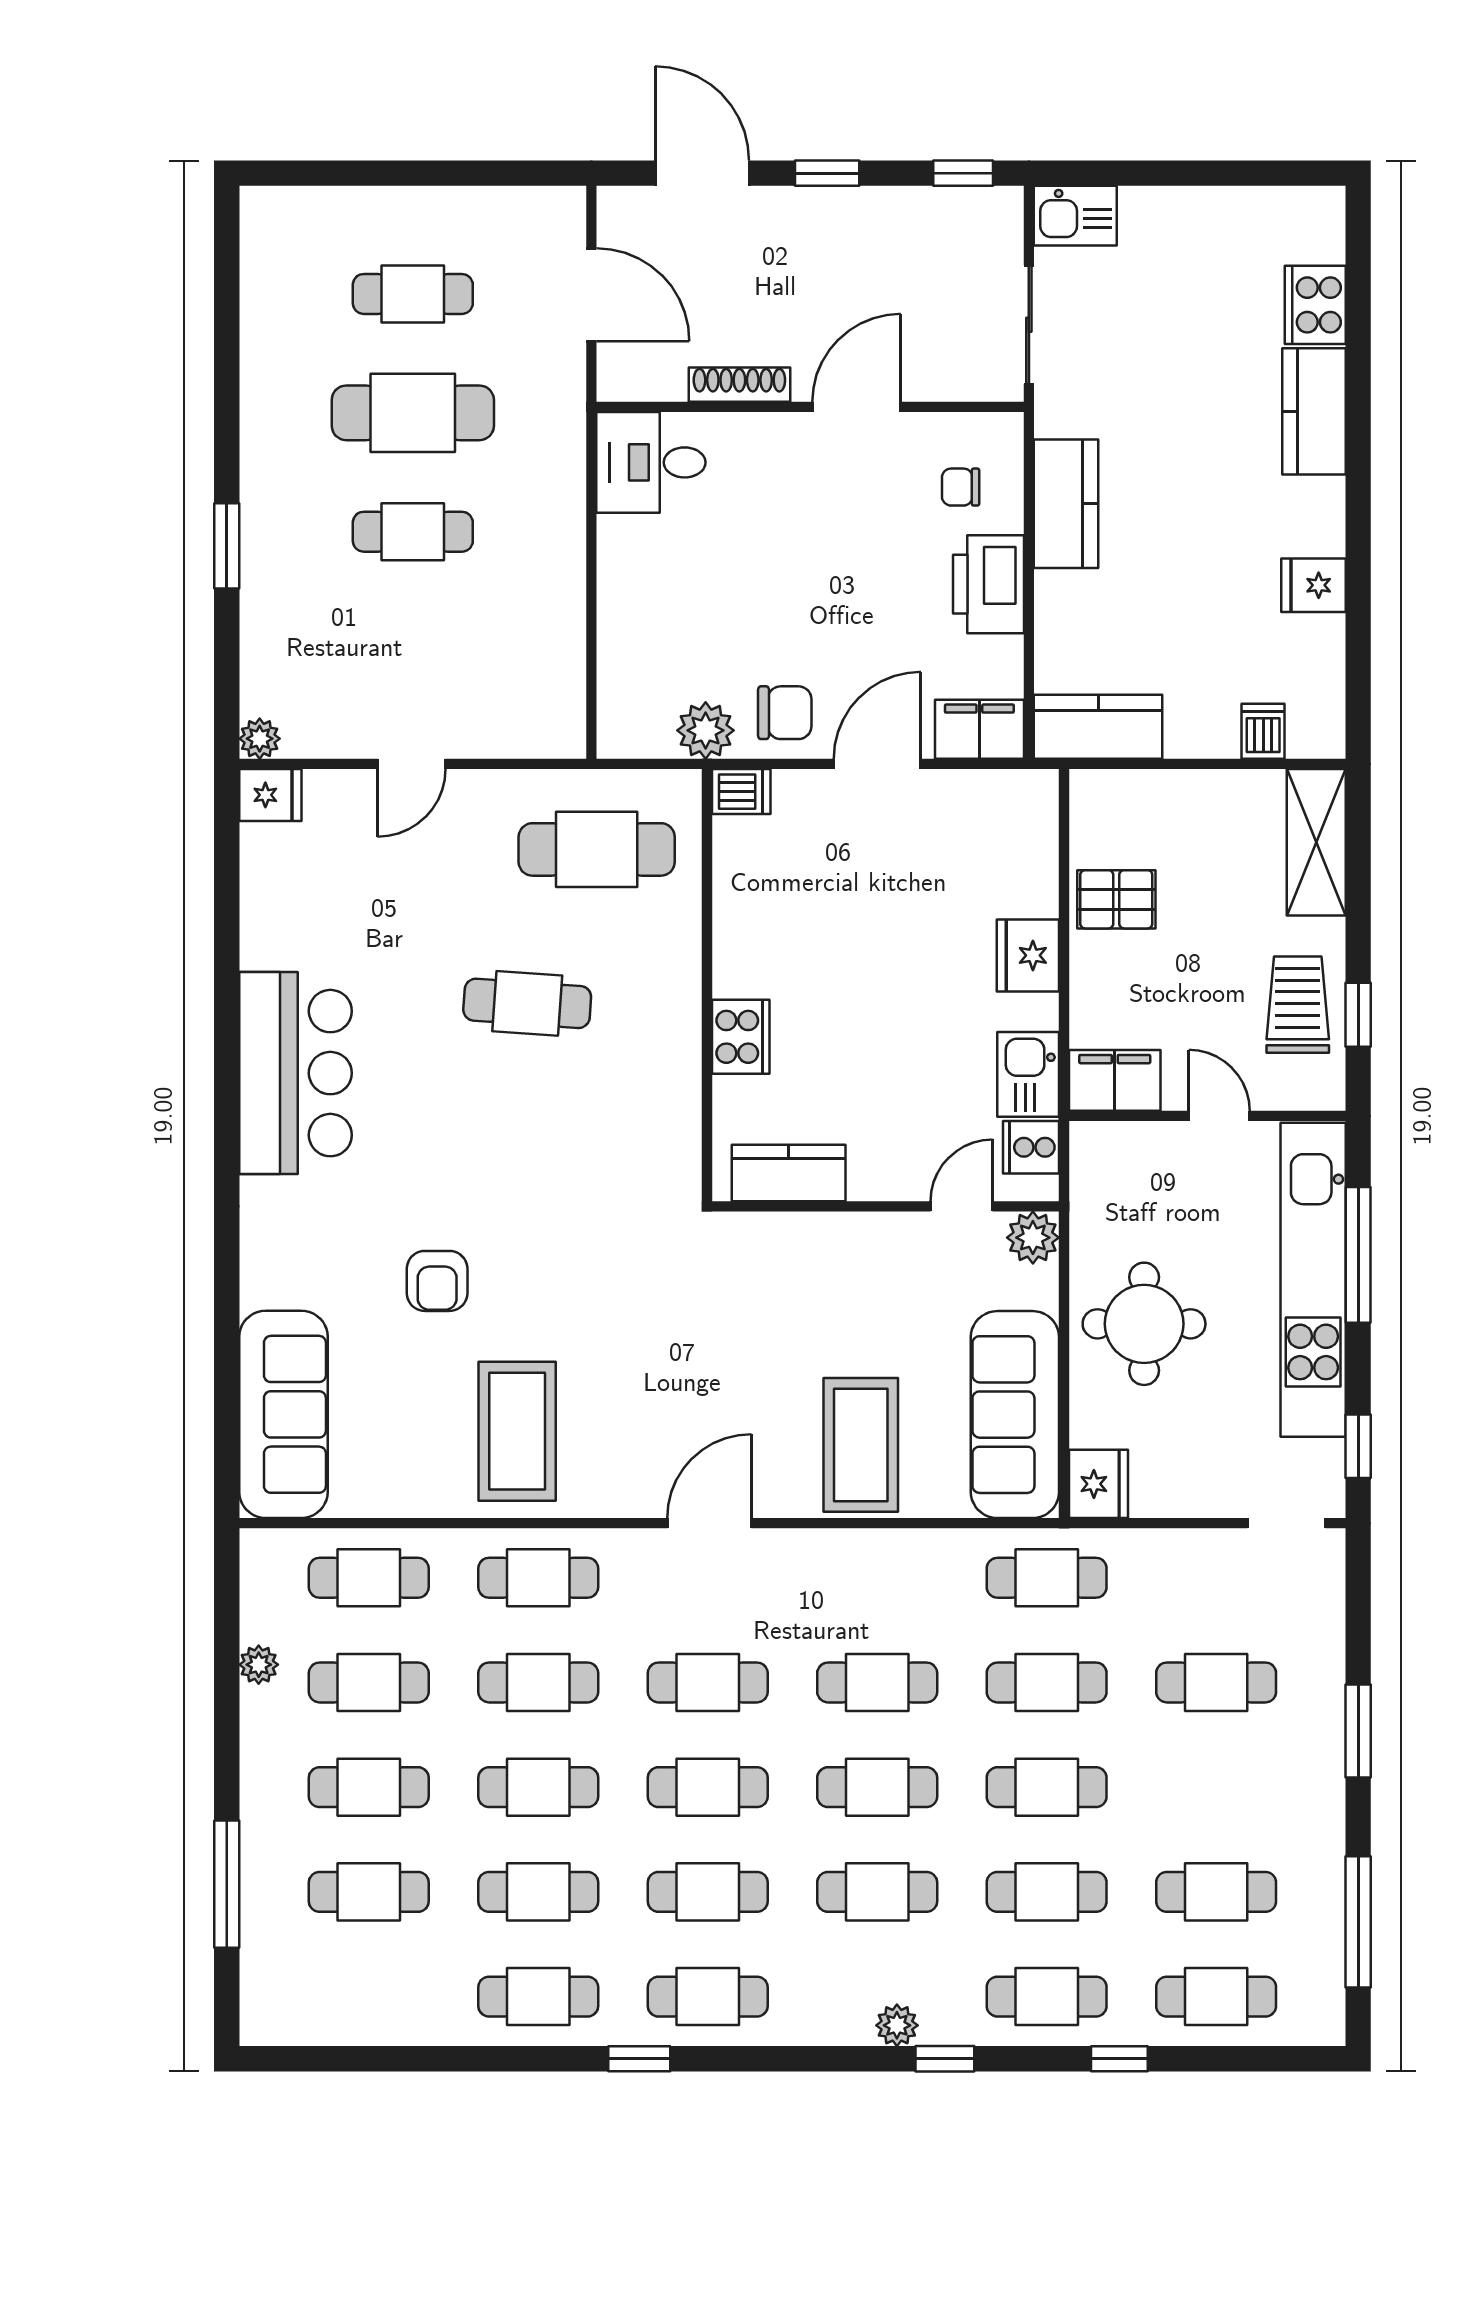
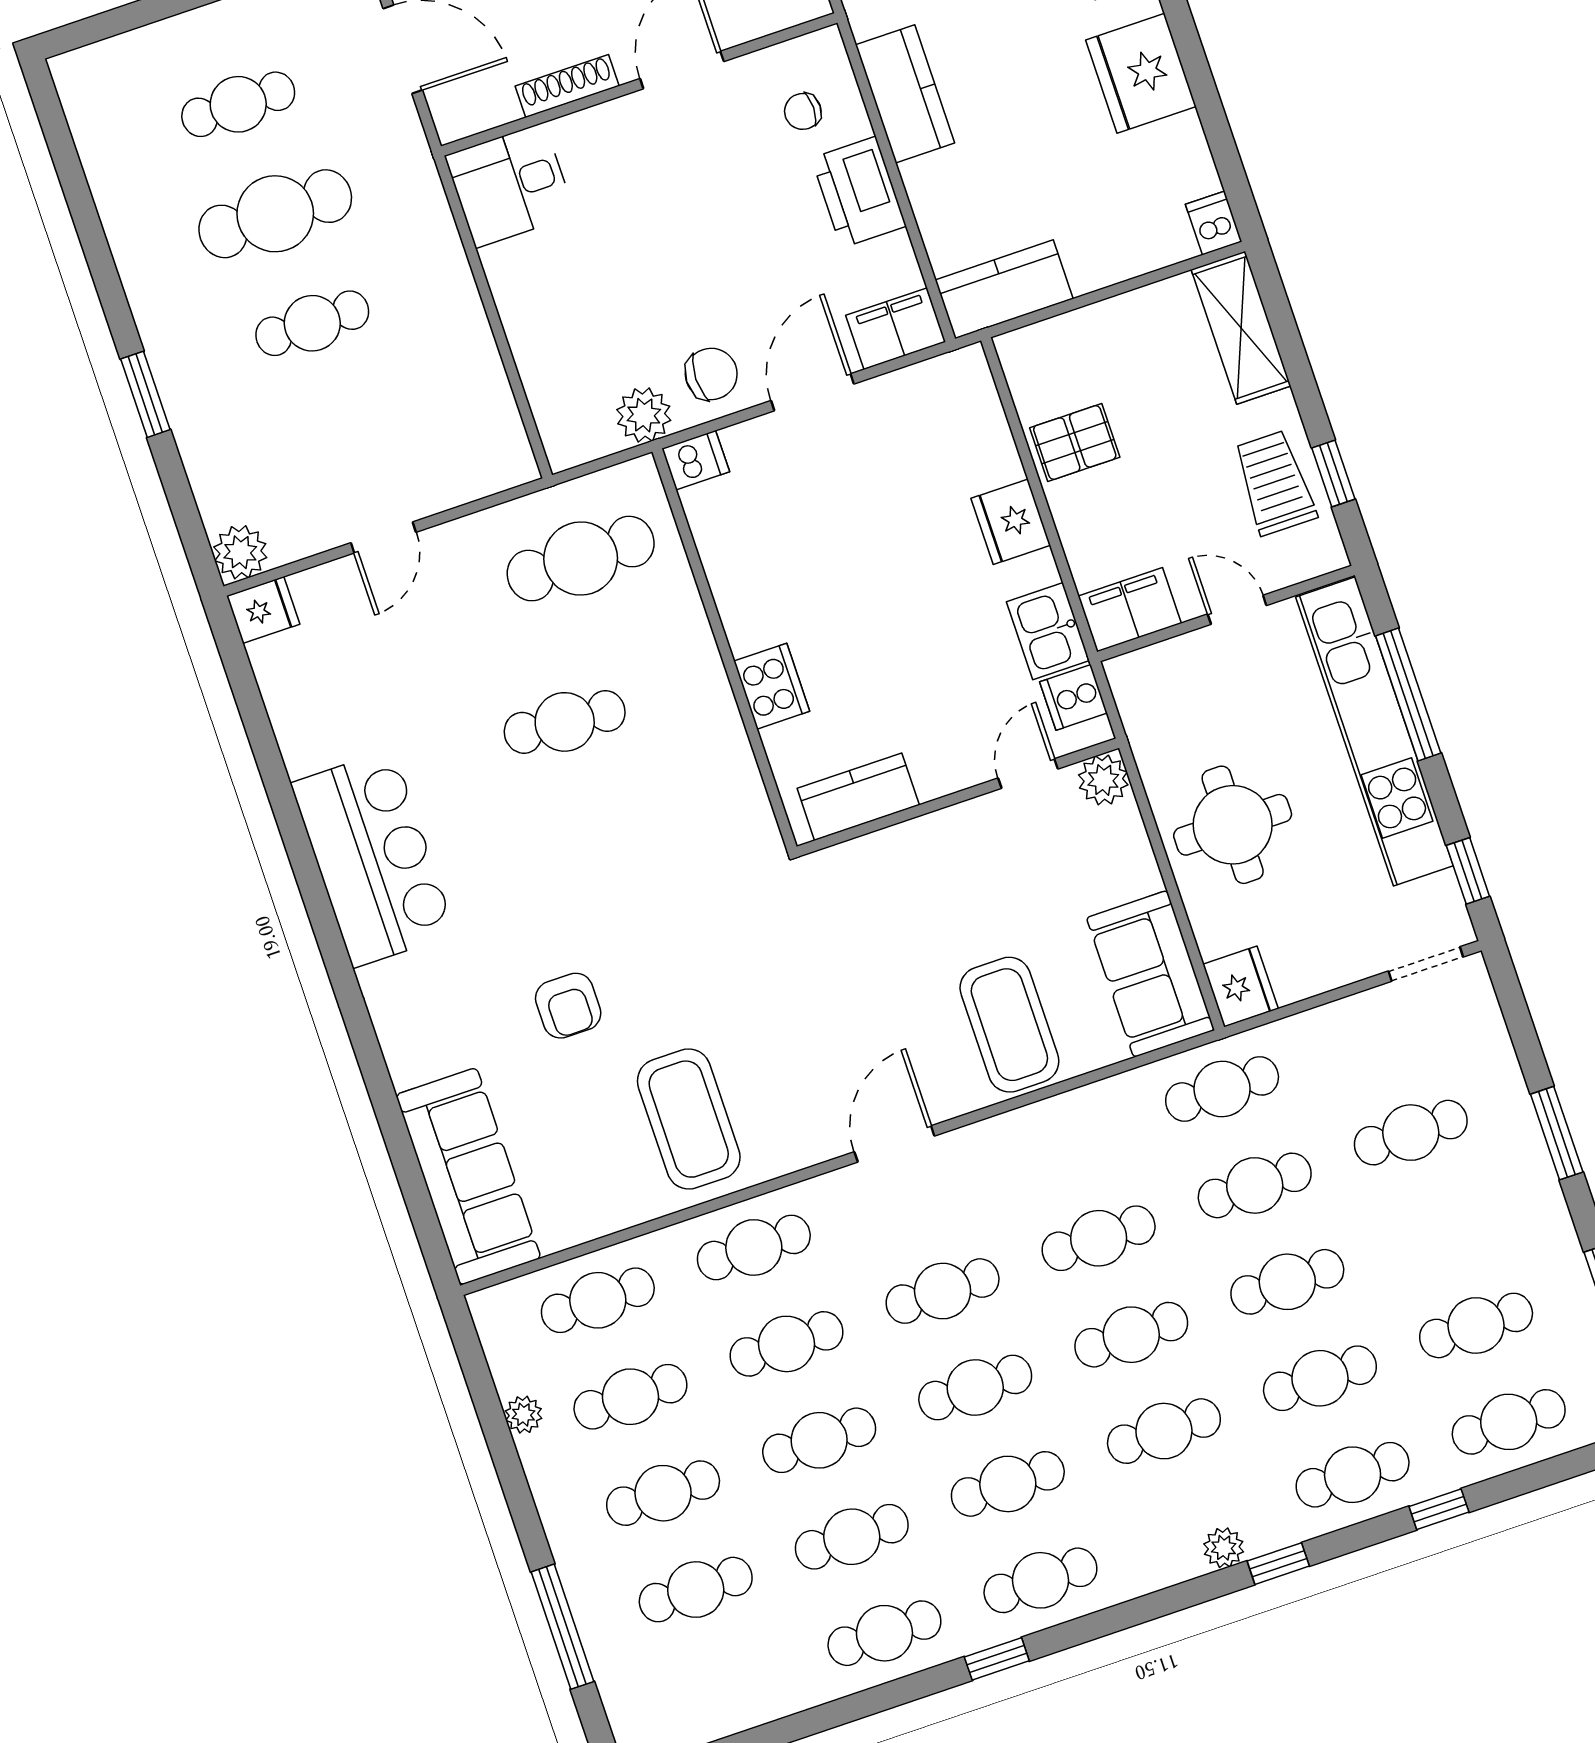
fridge: (1313, 585) -> (1141, 73), width x1.88, depth x1.34
dishwasher: (1263, 731) -> (1214, 223), moved
plant: (260, 739) -> (240, 552), width x1.38, depth x1.38
sofa: (1015, 1415) -> (1151, 974), width x0.73

